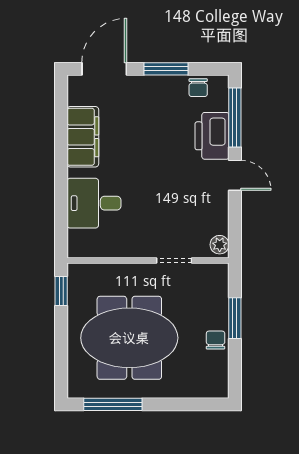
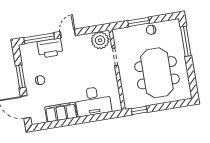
chair: (198, 88) -> (40, 80), moved
desk: (94, 203) -> (93, 101), width x1.37
plant: (220, 245) -> (100, 40), width x1.88, depth x1.88
window: (113, 404) -> (186, 41), moved

